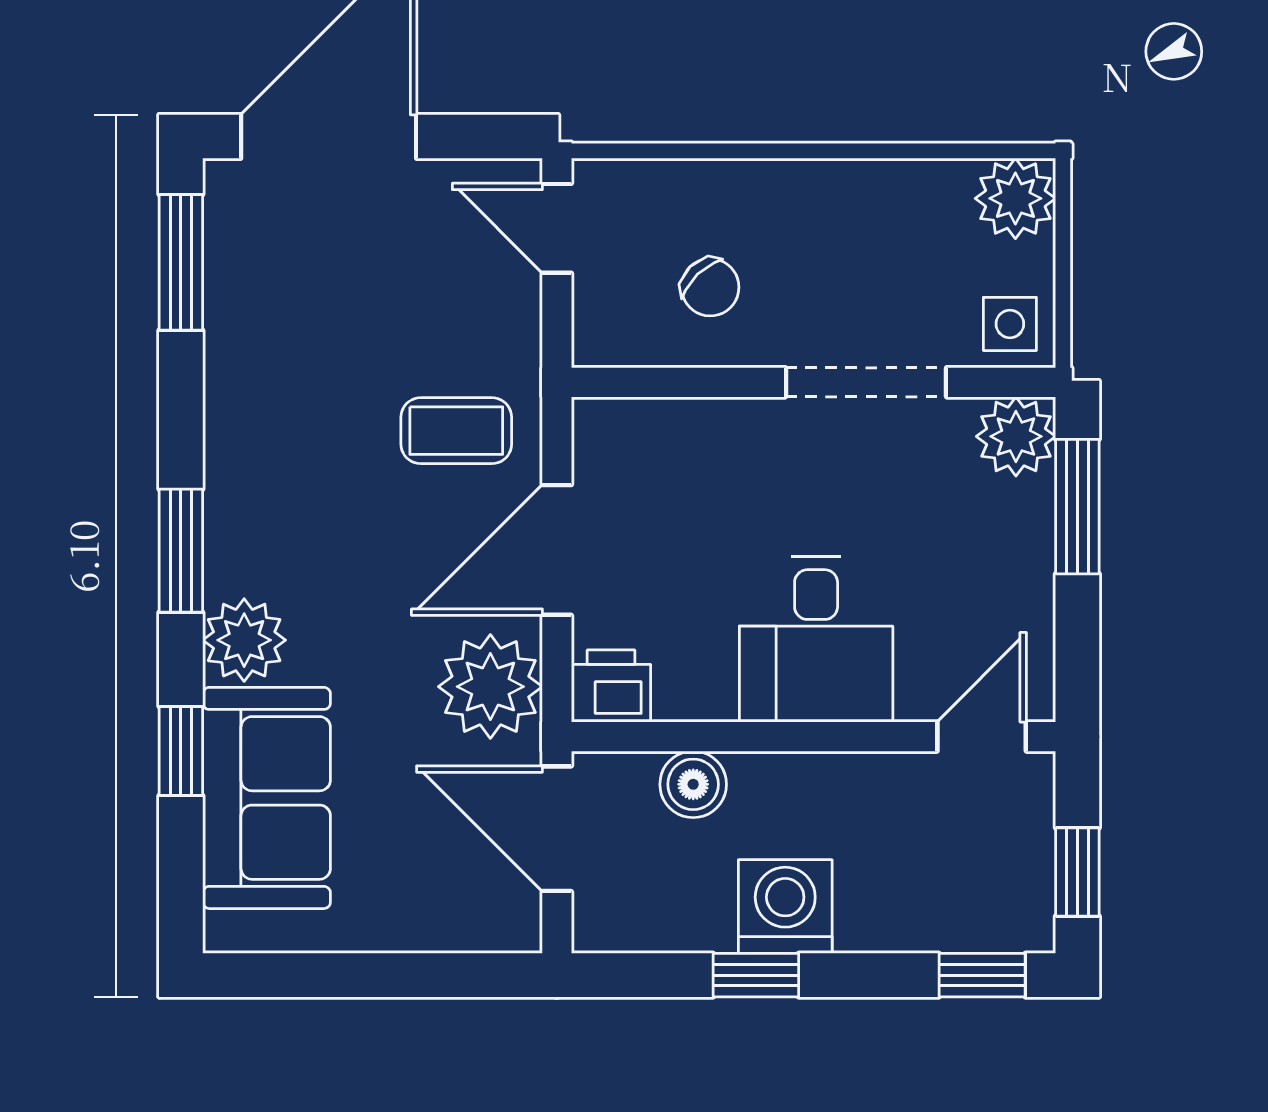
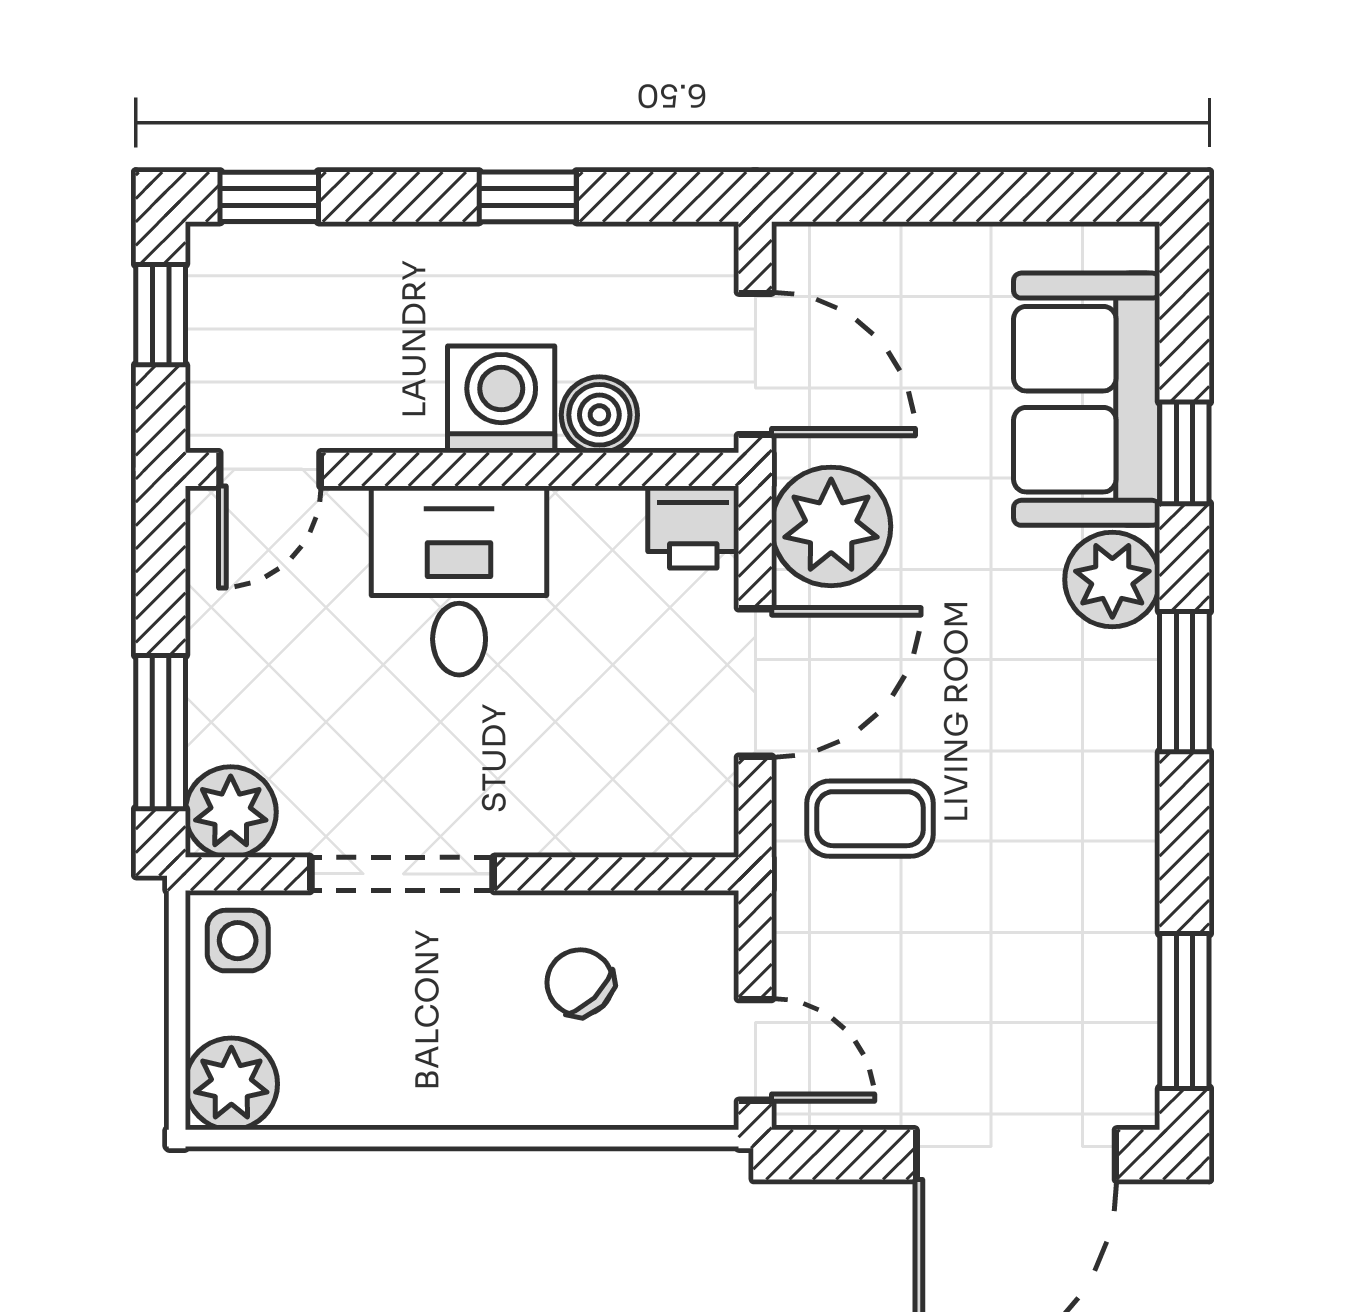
washing machine: (785, 907) -> (501, 399), moved, turned 180

